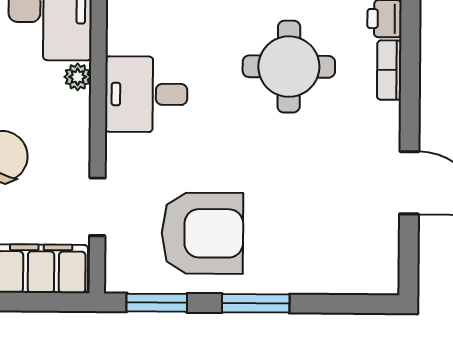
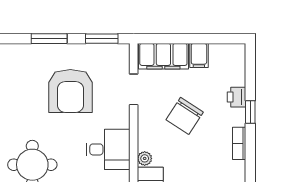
armchair: (202, 233) -> (70, 91), moved, turned -90

